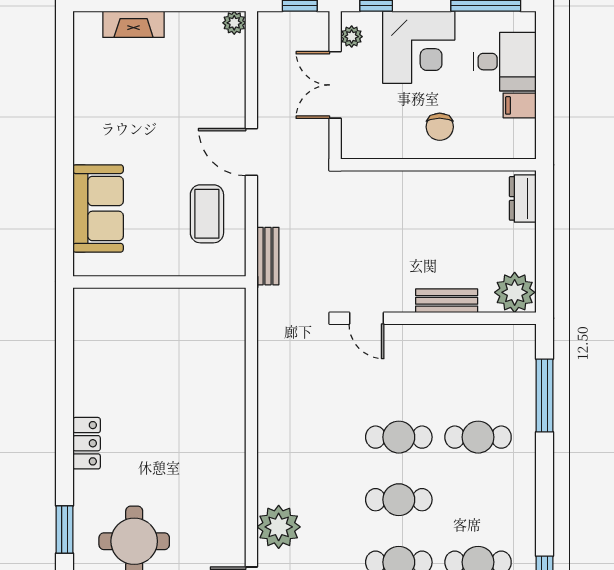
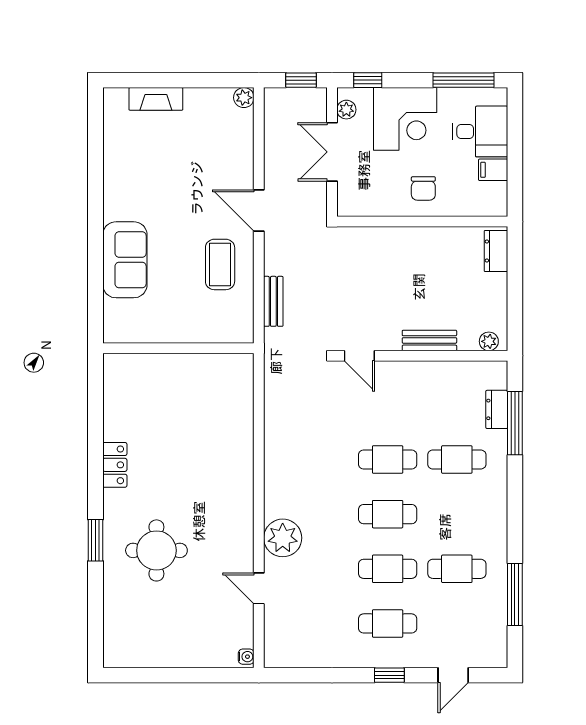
wall: (159, 282) -> (178, 348), moved
plant: (515, 292) -> (489, 341), width x0.53, depth x0.53
dresser: (524, 380) -> (497, 409), added

